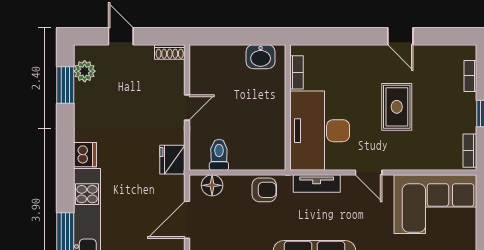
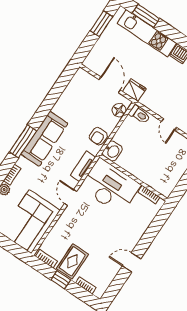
washbasin: (261, 57) -> (112, 151), moved, turned 180
rug: (397, 107) -> (72, 261), moved, turned 90
toilet: (219, 155) -> (139, 115), moved
fridge: (172, 160) -> (134, 90), moved
door: (369, 173) -> (71, 197), hinge flipped

